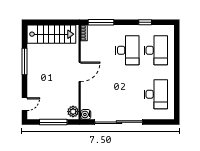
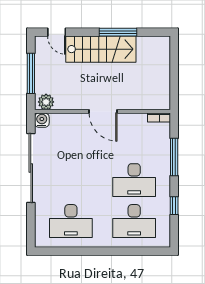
window: (101, 22) -> (174, 157), moved
stairs: (51, 34) -> (101, 49), moved, turned -90

